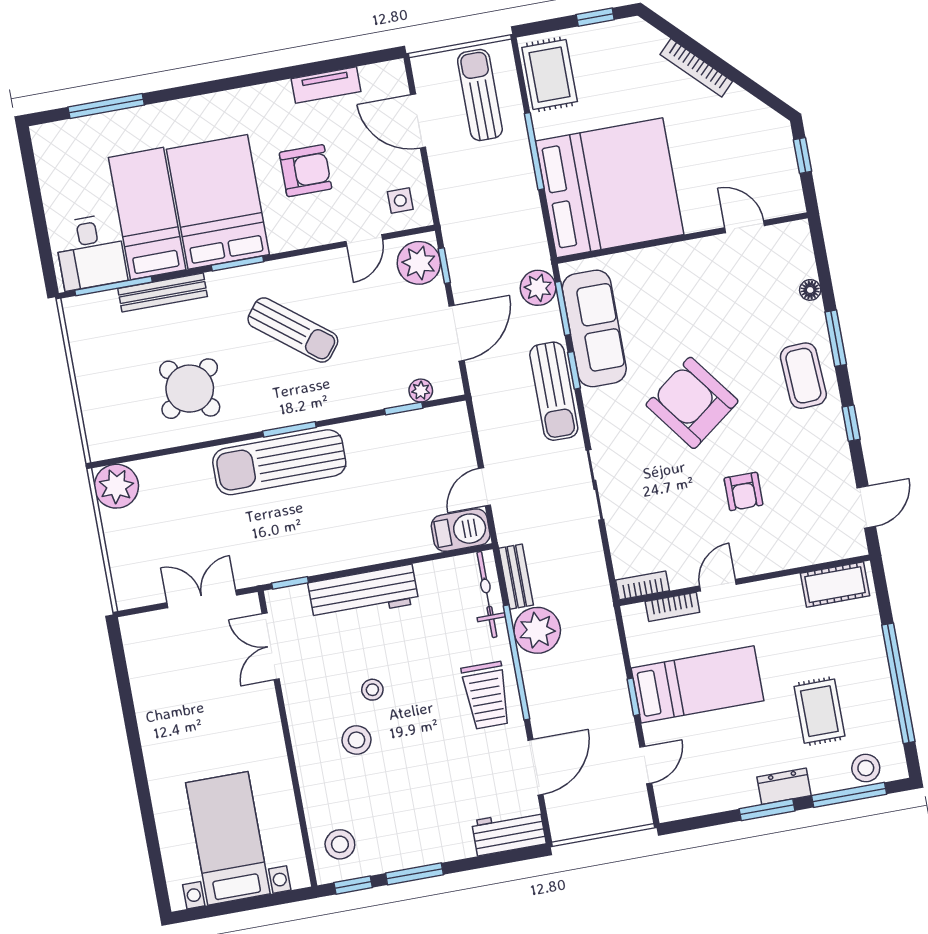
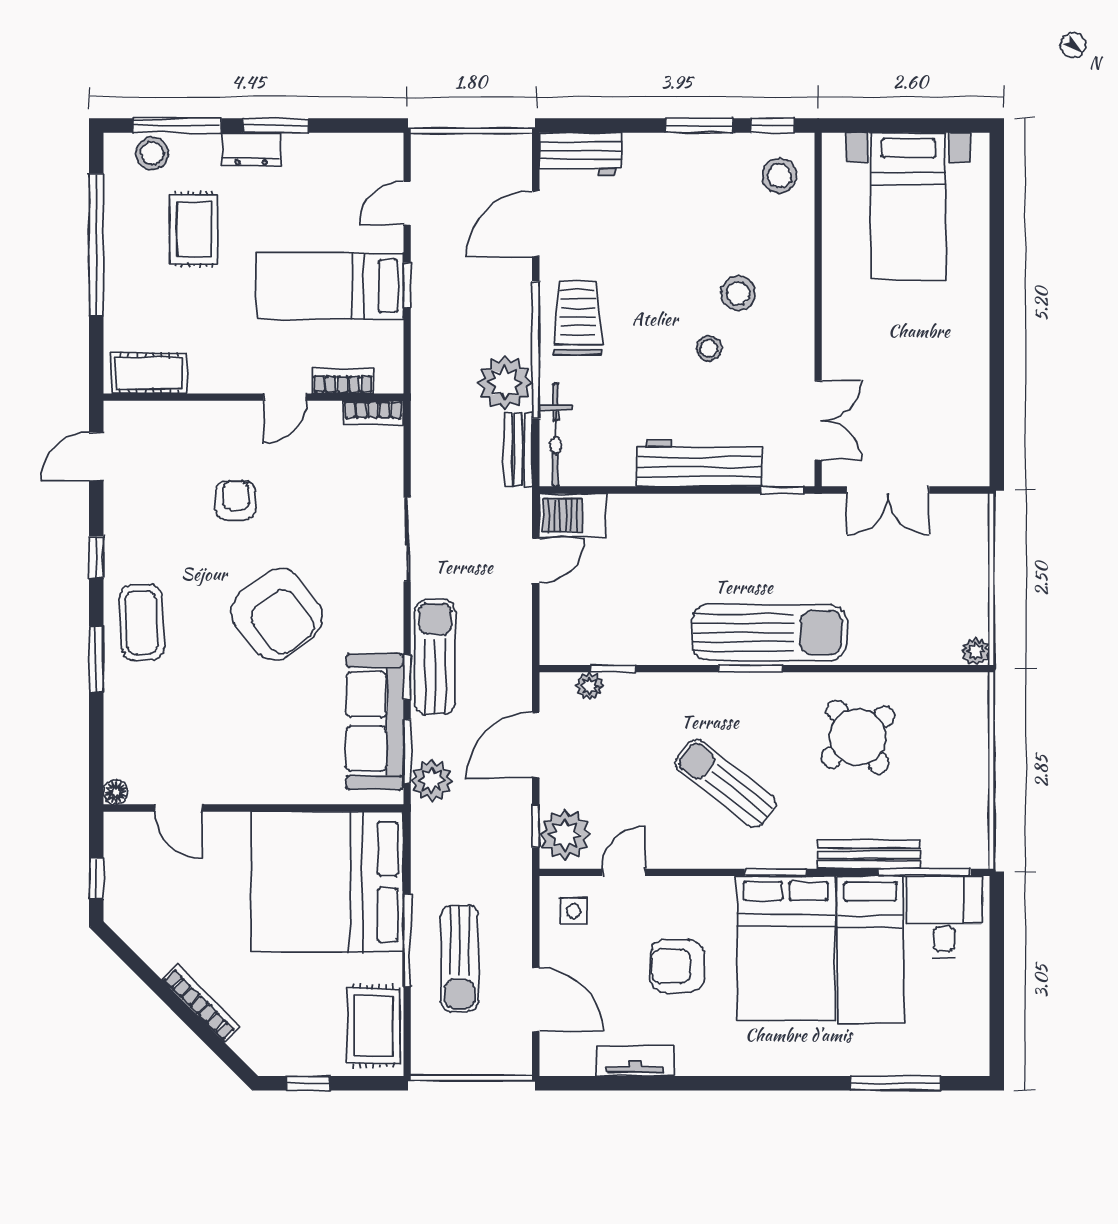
sun lounger: (480, 95) -> (460, 958), moved
floor lamp: (810, 290) -> (116, 792), moved
plant: (116, 486) -> (976, 651), width x0.53, depth x0.53

